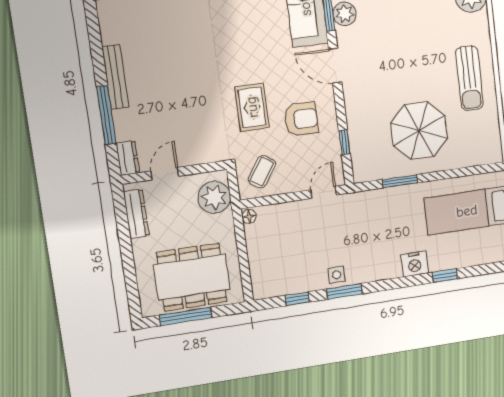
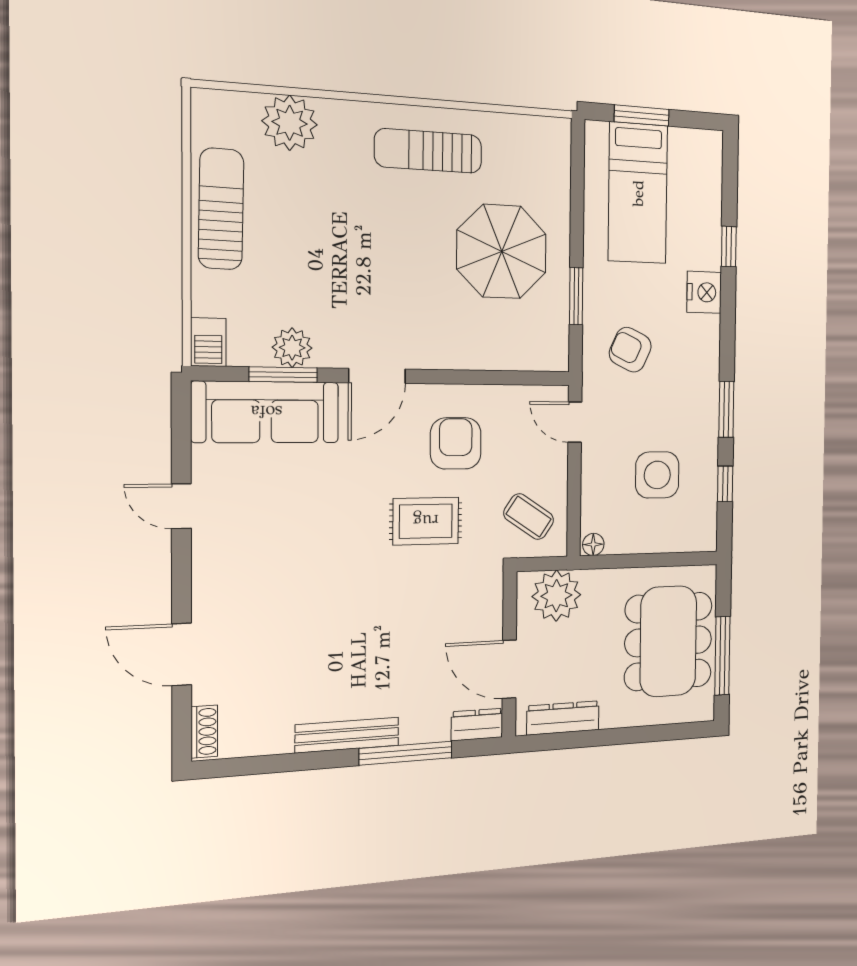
sun lounger: (469, 78) -> (428, 151), turned 180
window: (344, 142) -> (502, 378), removed
door: (165, 174) -> (509, 669), width x1.38
armchair: (373, 221) -> (630, 350), added
side table: (337, 275) -> (657, 475), moved, width x1.87, depth x1.87

